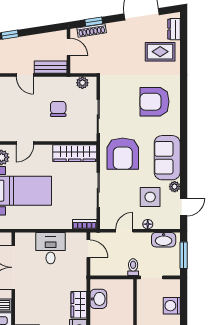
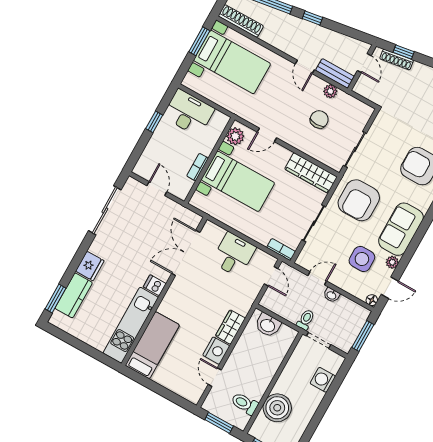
plant: (82, 83) -> (330, 91), moved
floor lamp: (148, 224) -> (372, 300), moved
washbasin: (164, 240) -> (332, 295), moved, width x0.52, depth x0.69
washbasin: (98, 299) -> (268, 325), moved, turned 90

